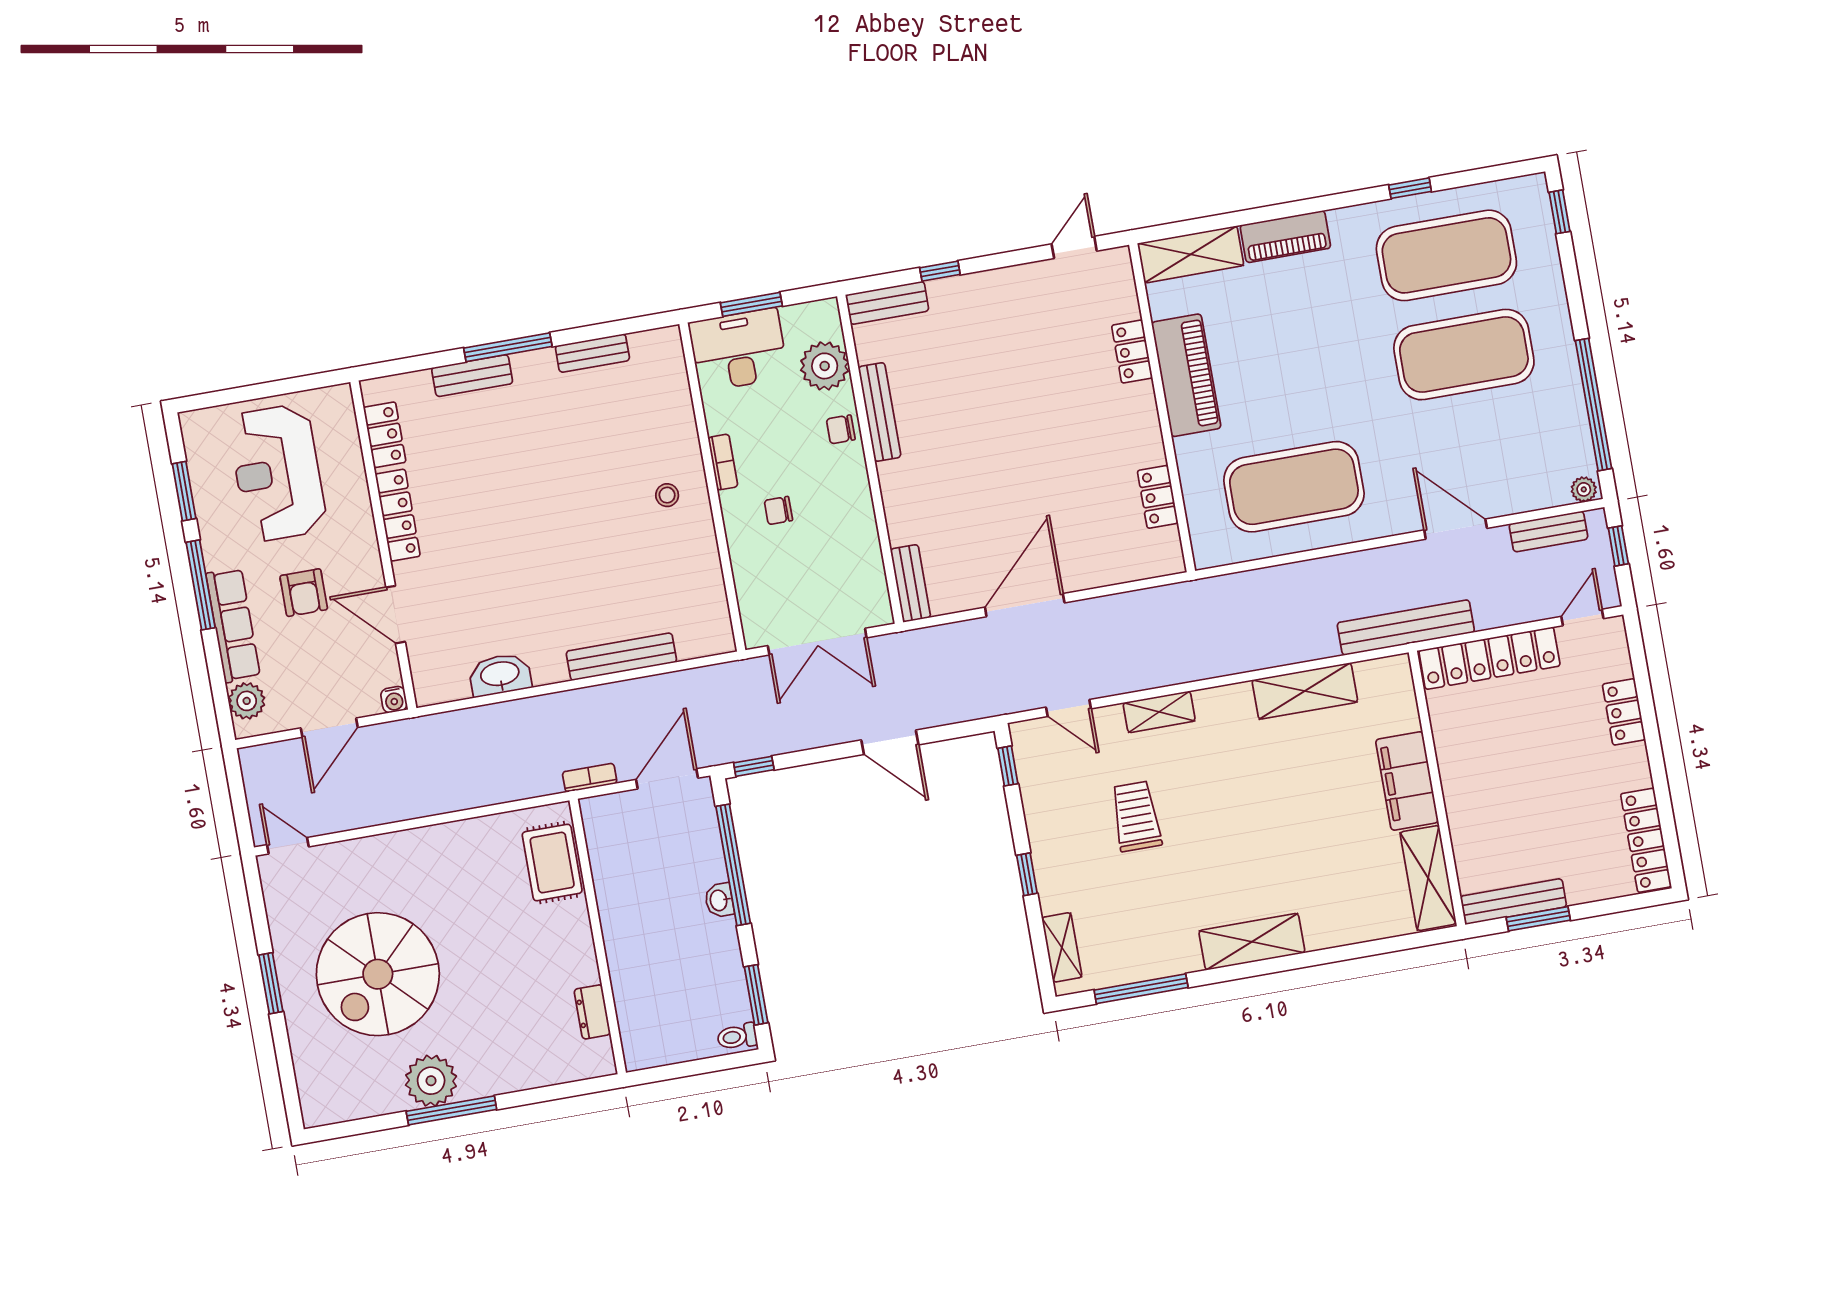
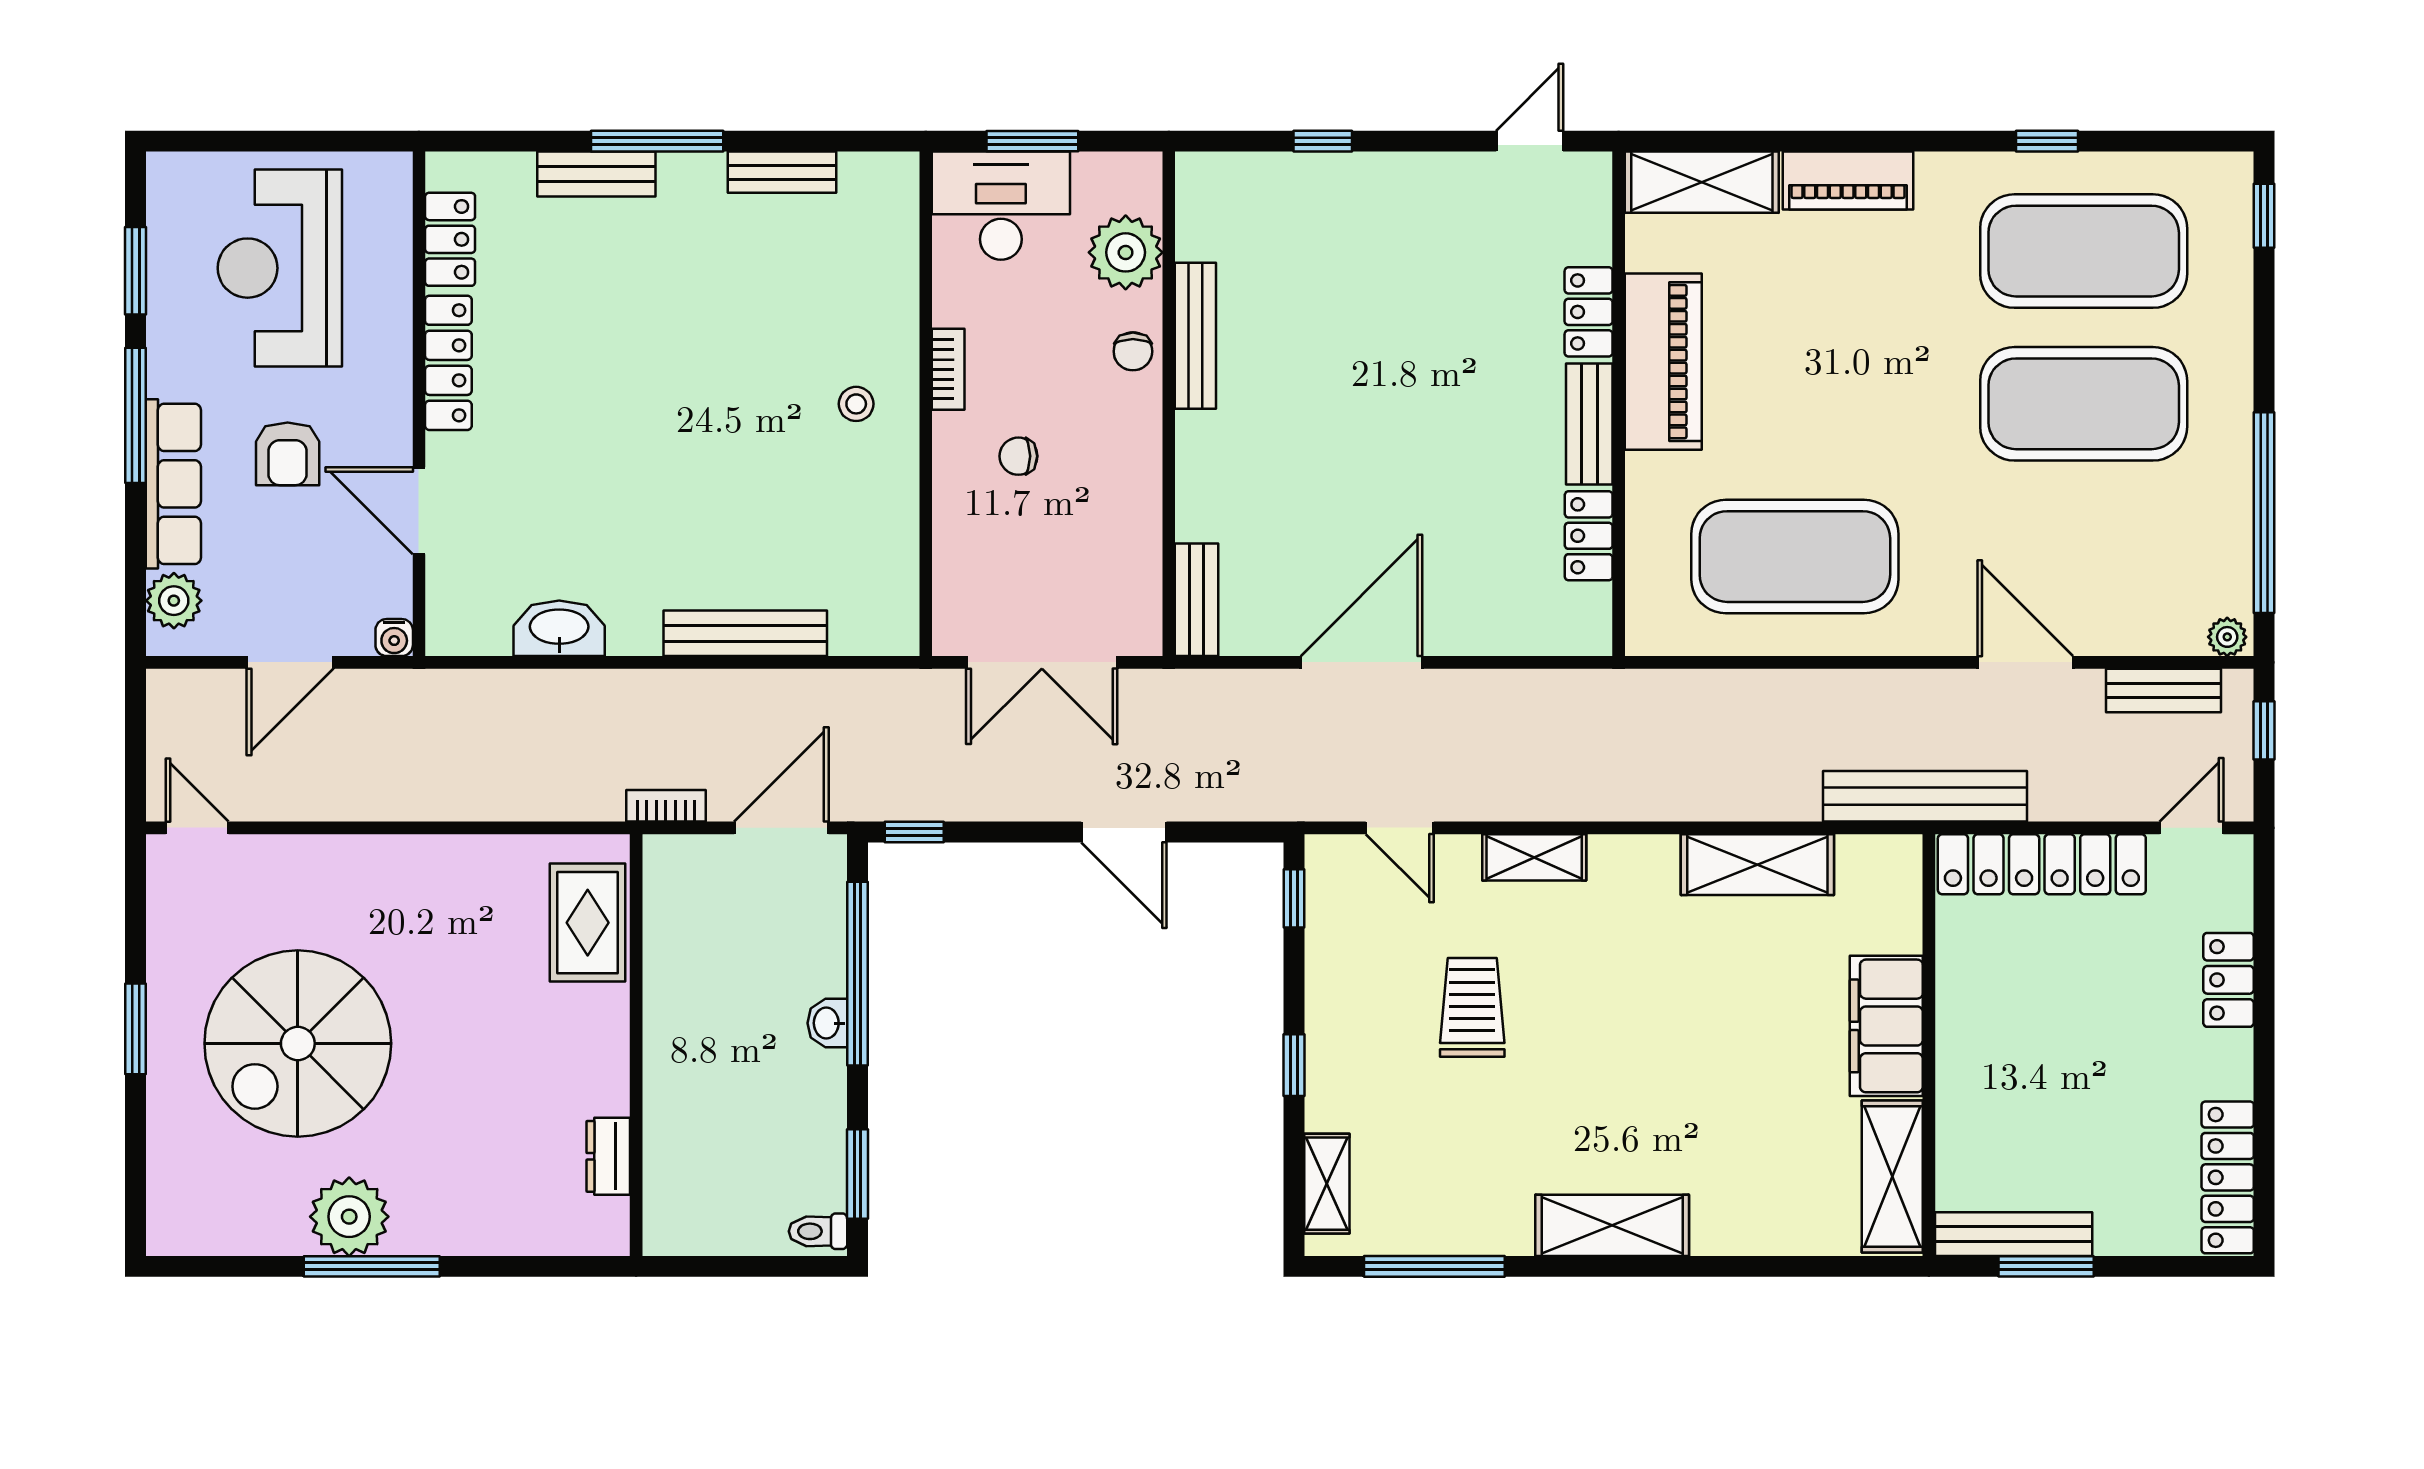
bench: (887, 303) -> (1589, 424), moved, turned 90
chair: (841, 429) -> (1133, 351), turned -90

